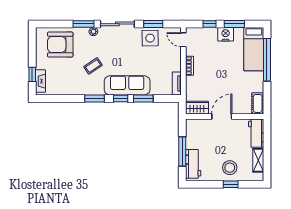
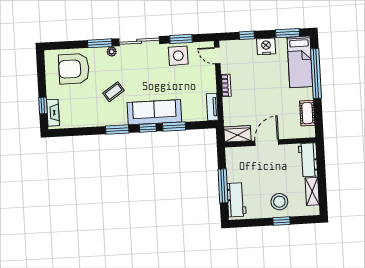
window: (234, 24) -> (288, 33), moved
cot: (258, 103) -> (307, 113), moved

